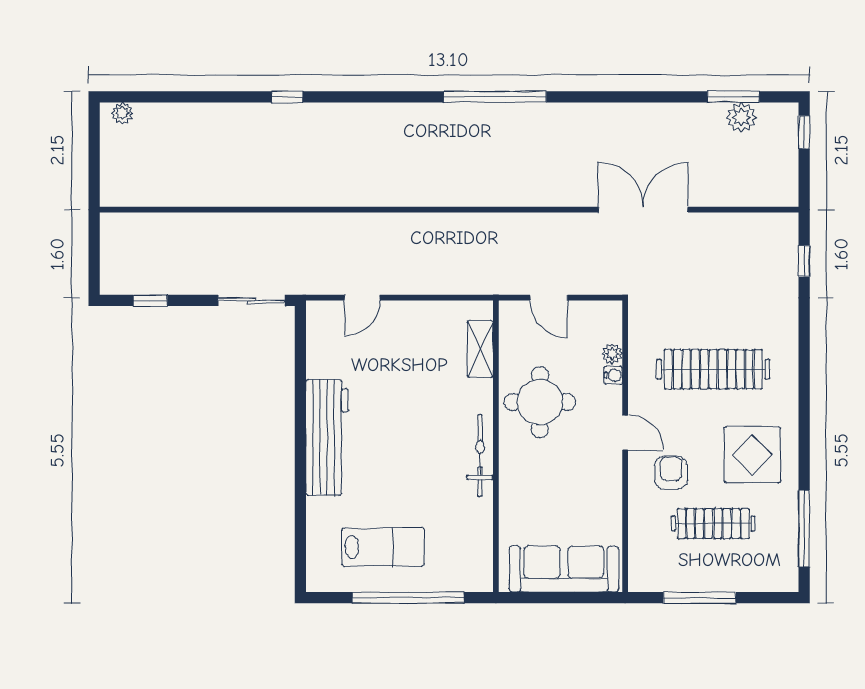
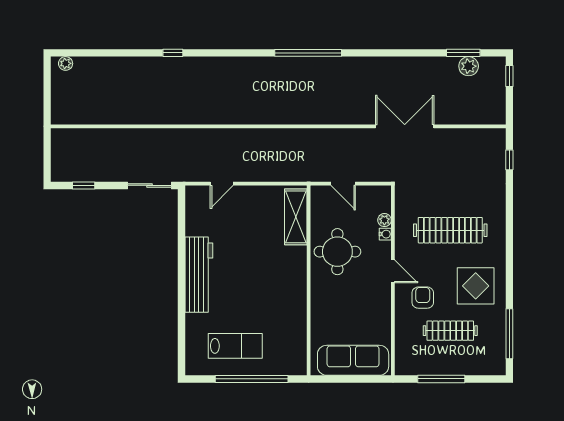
shelving: (480, 349) -> (296, 217), width x1.50, depth x1.33
bicycle: (480, 455) -> (298, 286), removed

